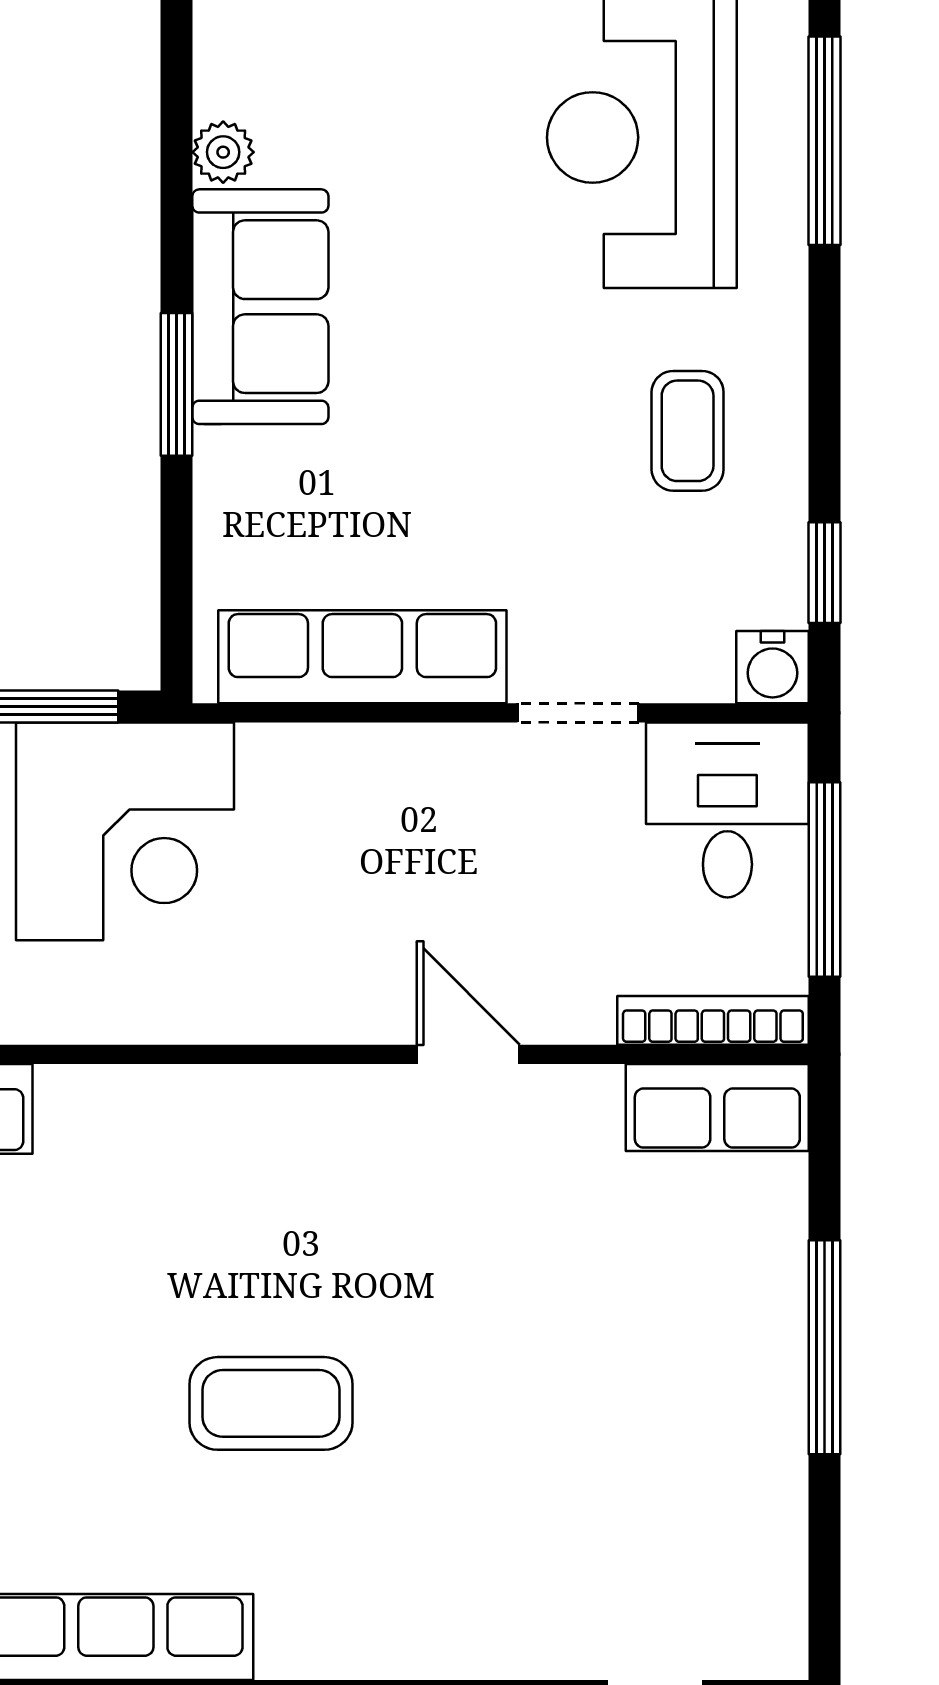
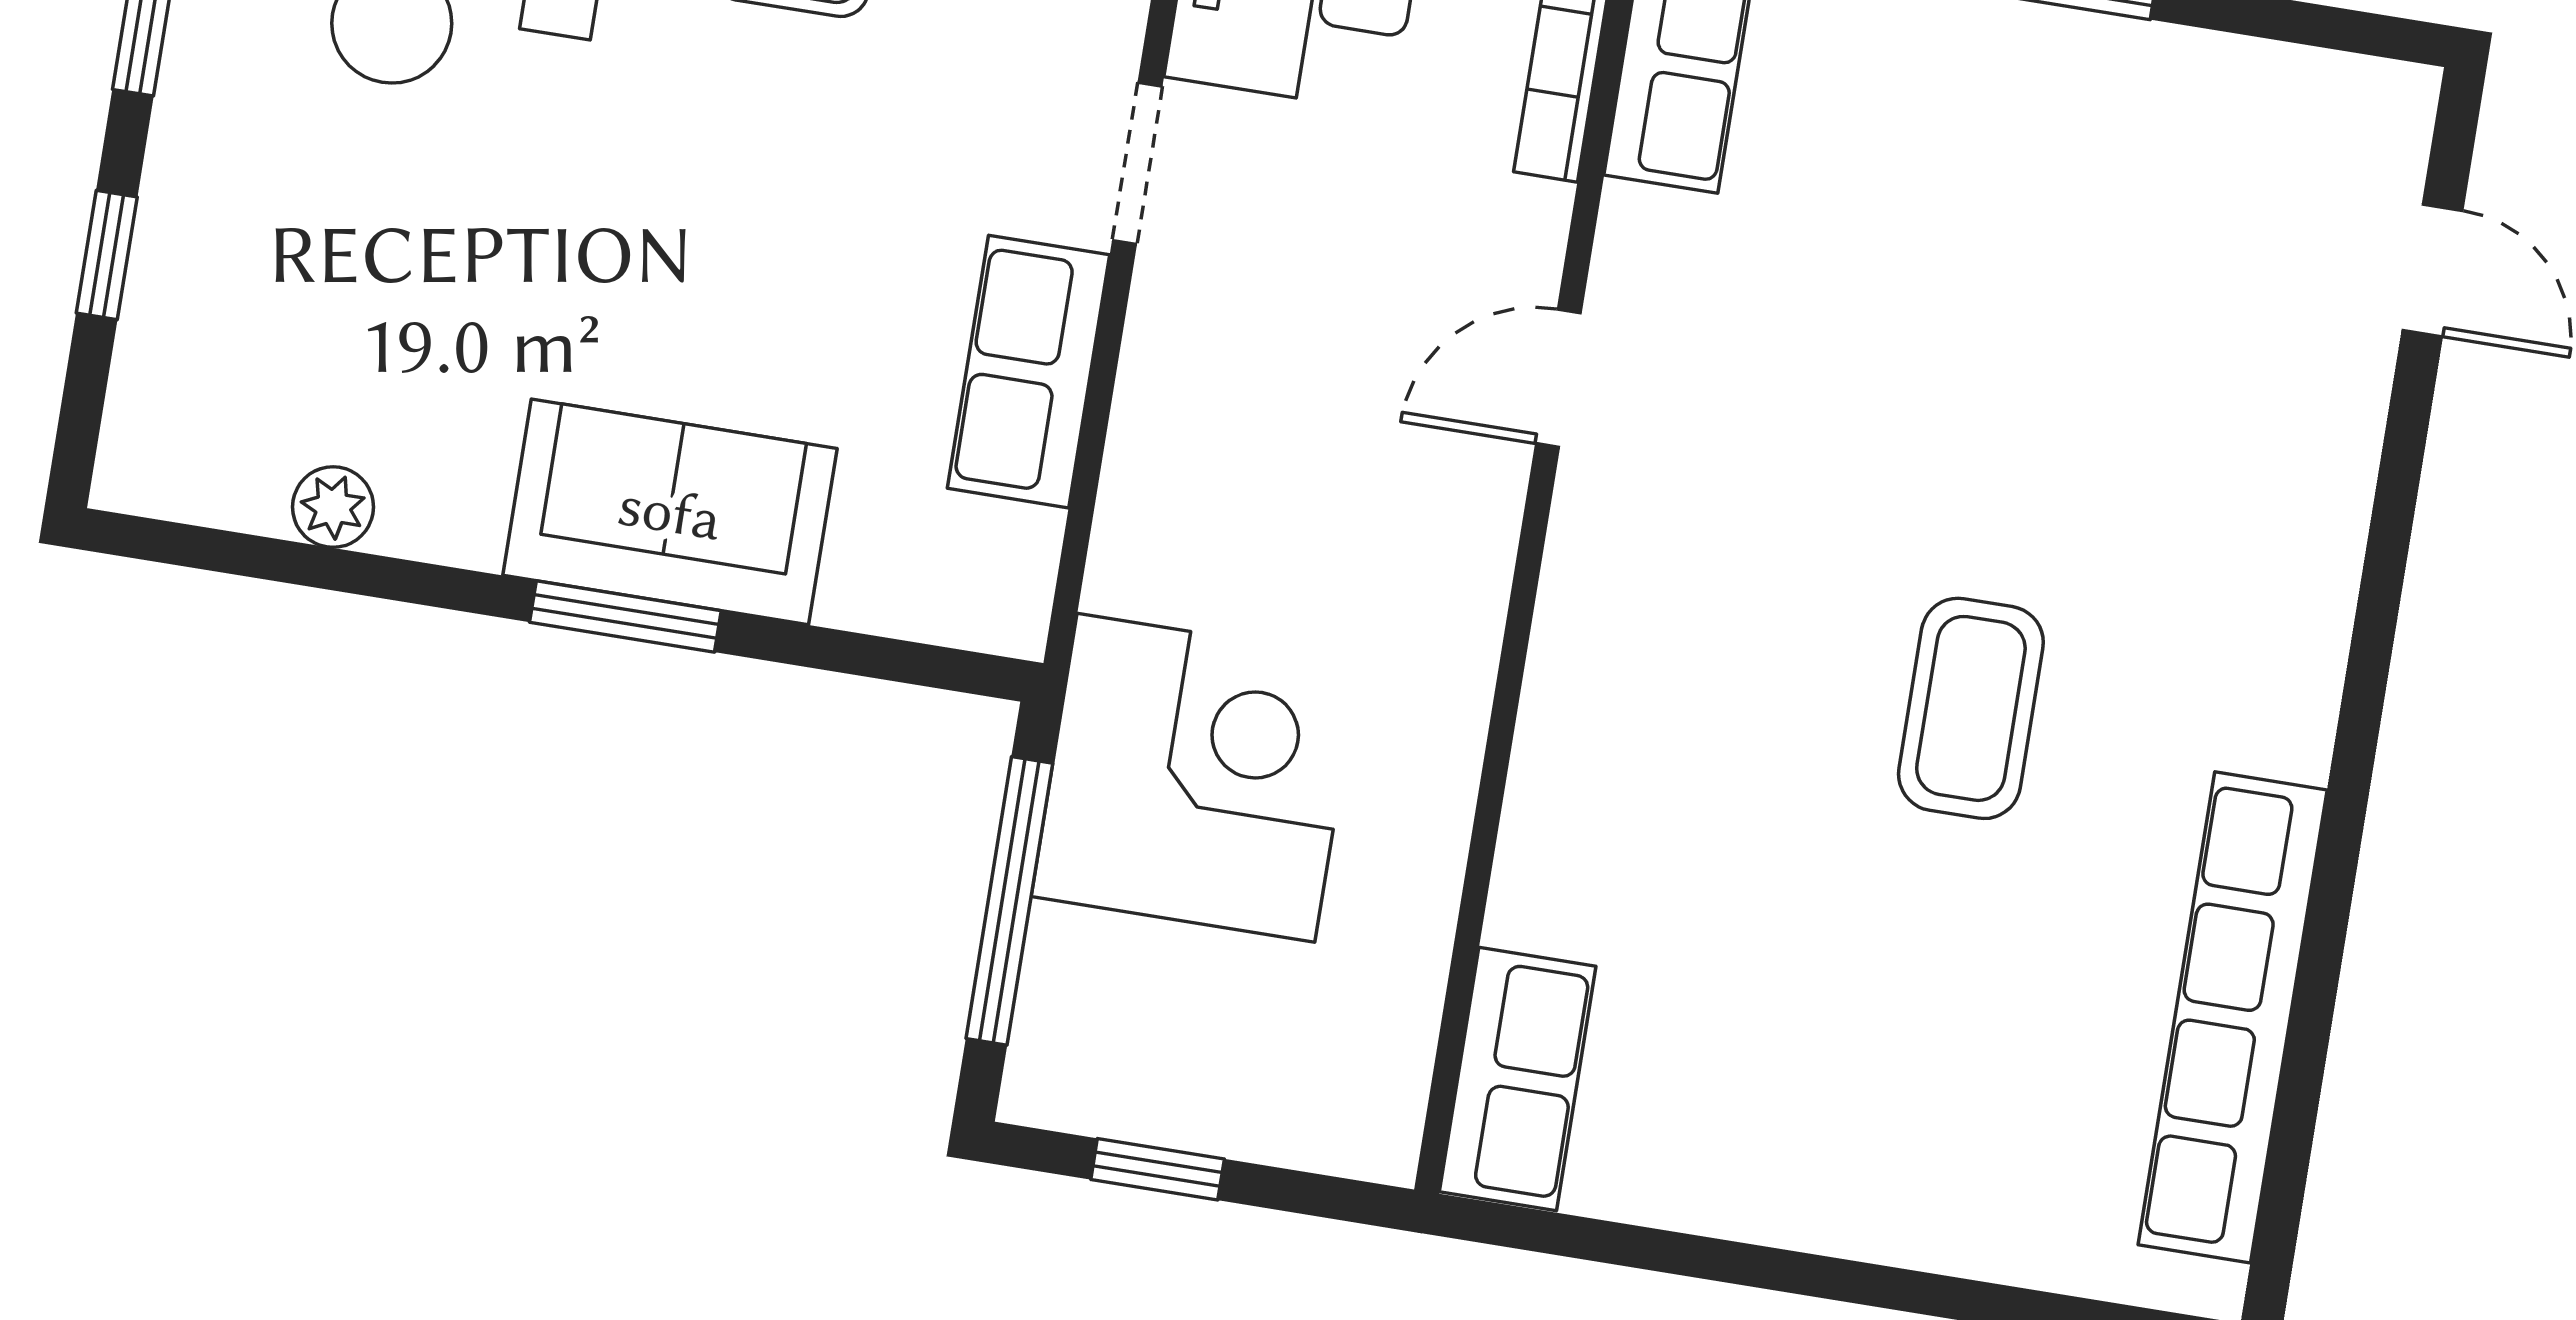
sofa: (260, 307) -> (670, 512), moved
row of seats: (362, 657) -> (1029, 372), width x0.68

